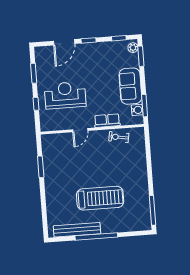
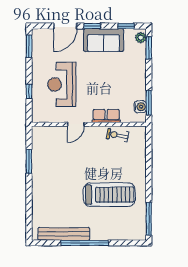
window: (34, 73) -> (29, 46), moved
sofa: (130, 86) -> (104, 40), moved, turned -90
reception desk: (65, 95) -> (62, 84), turned -90
treadmill: (100, 198) -> (109, 195), moved

